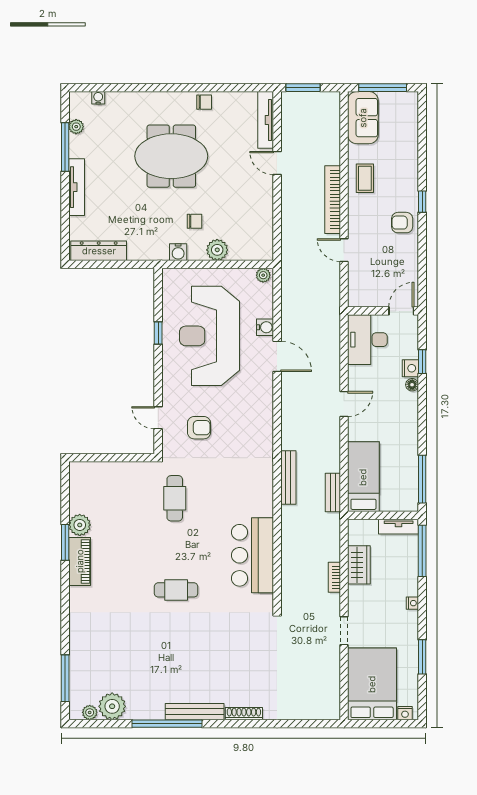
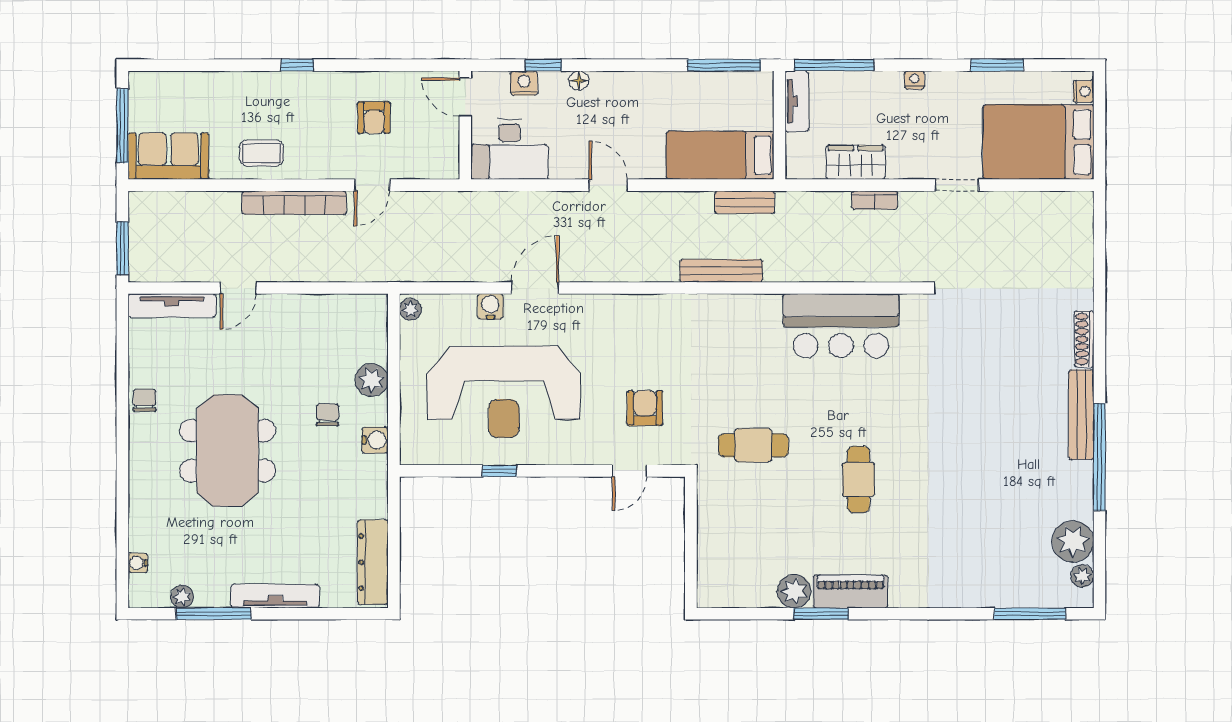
armchair: (402, 223) -> (374, 118), moved
nightstand: (410, 368) -> (524, 83), moved
cafe table: (176, 590) -> (858, 479), moved

